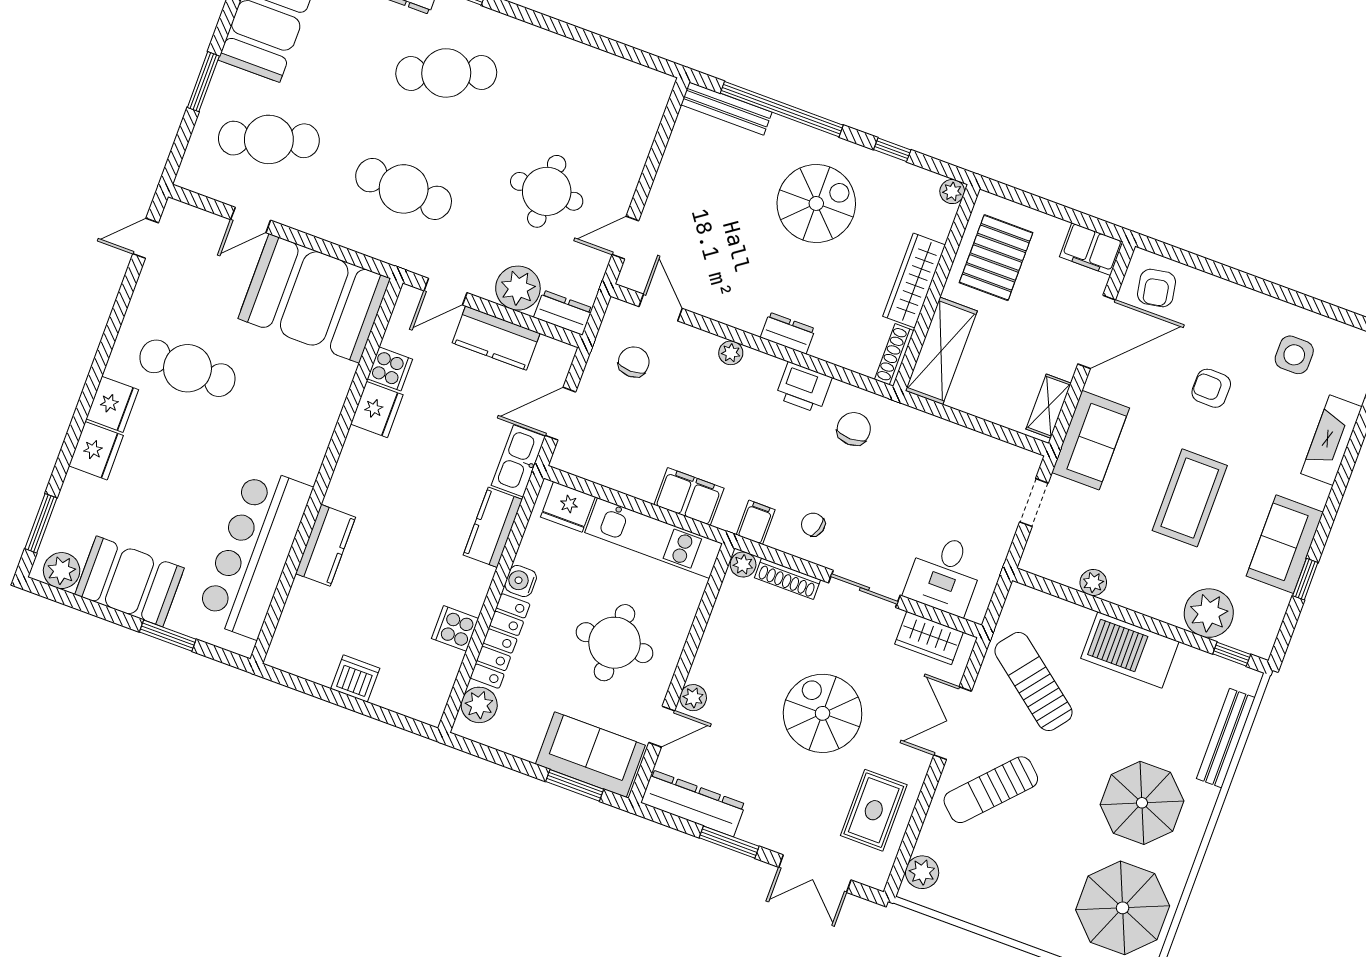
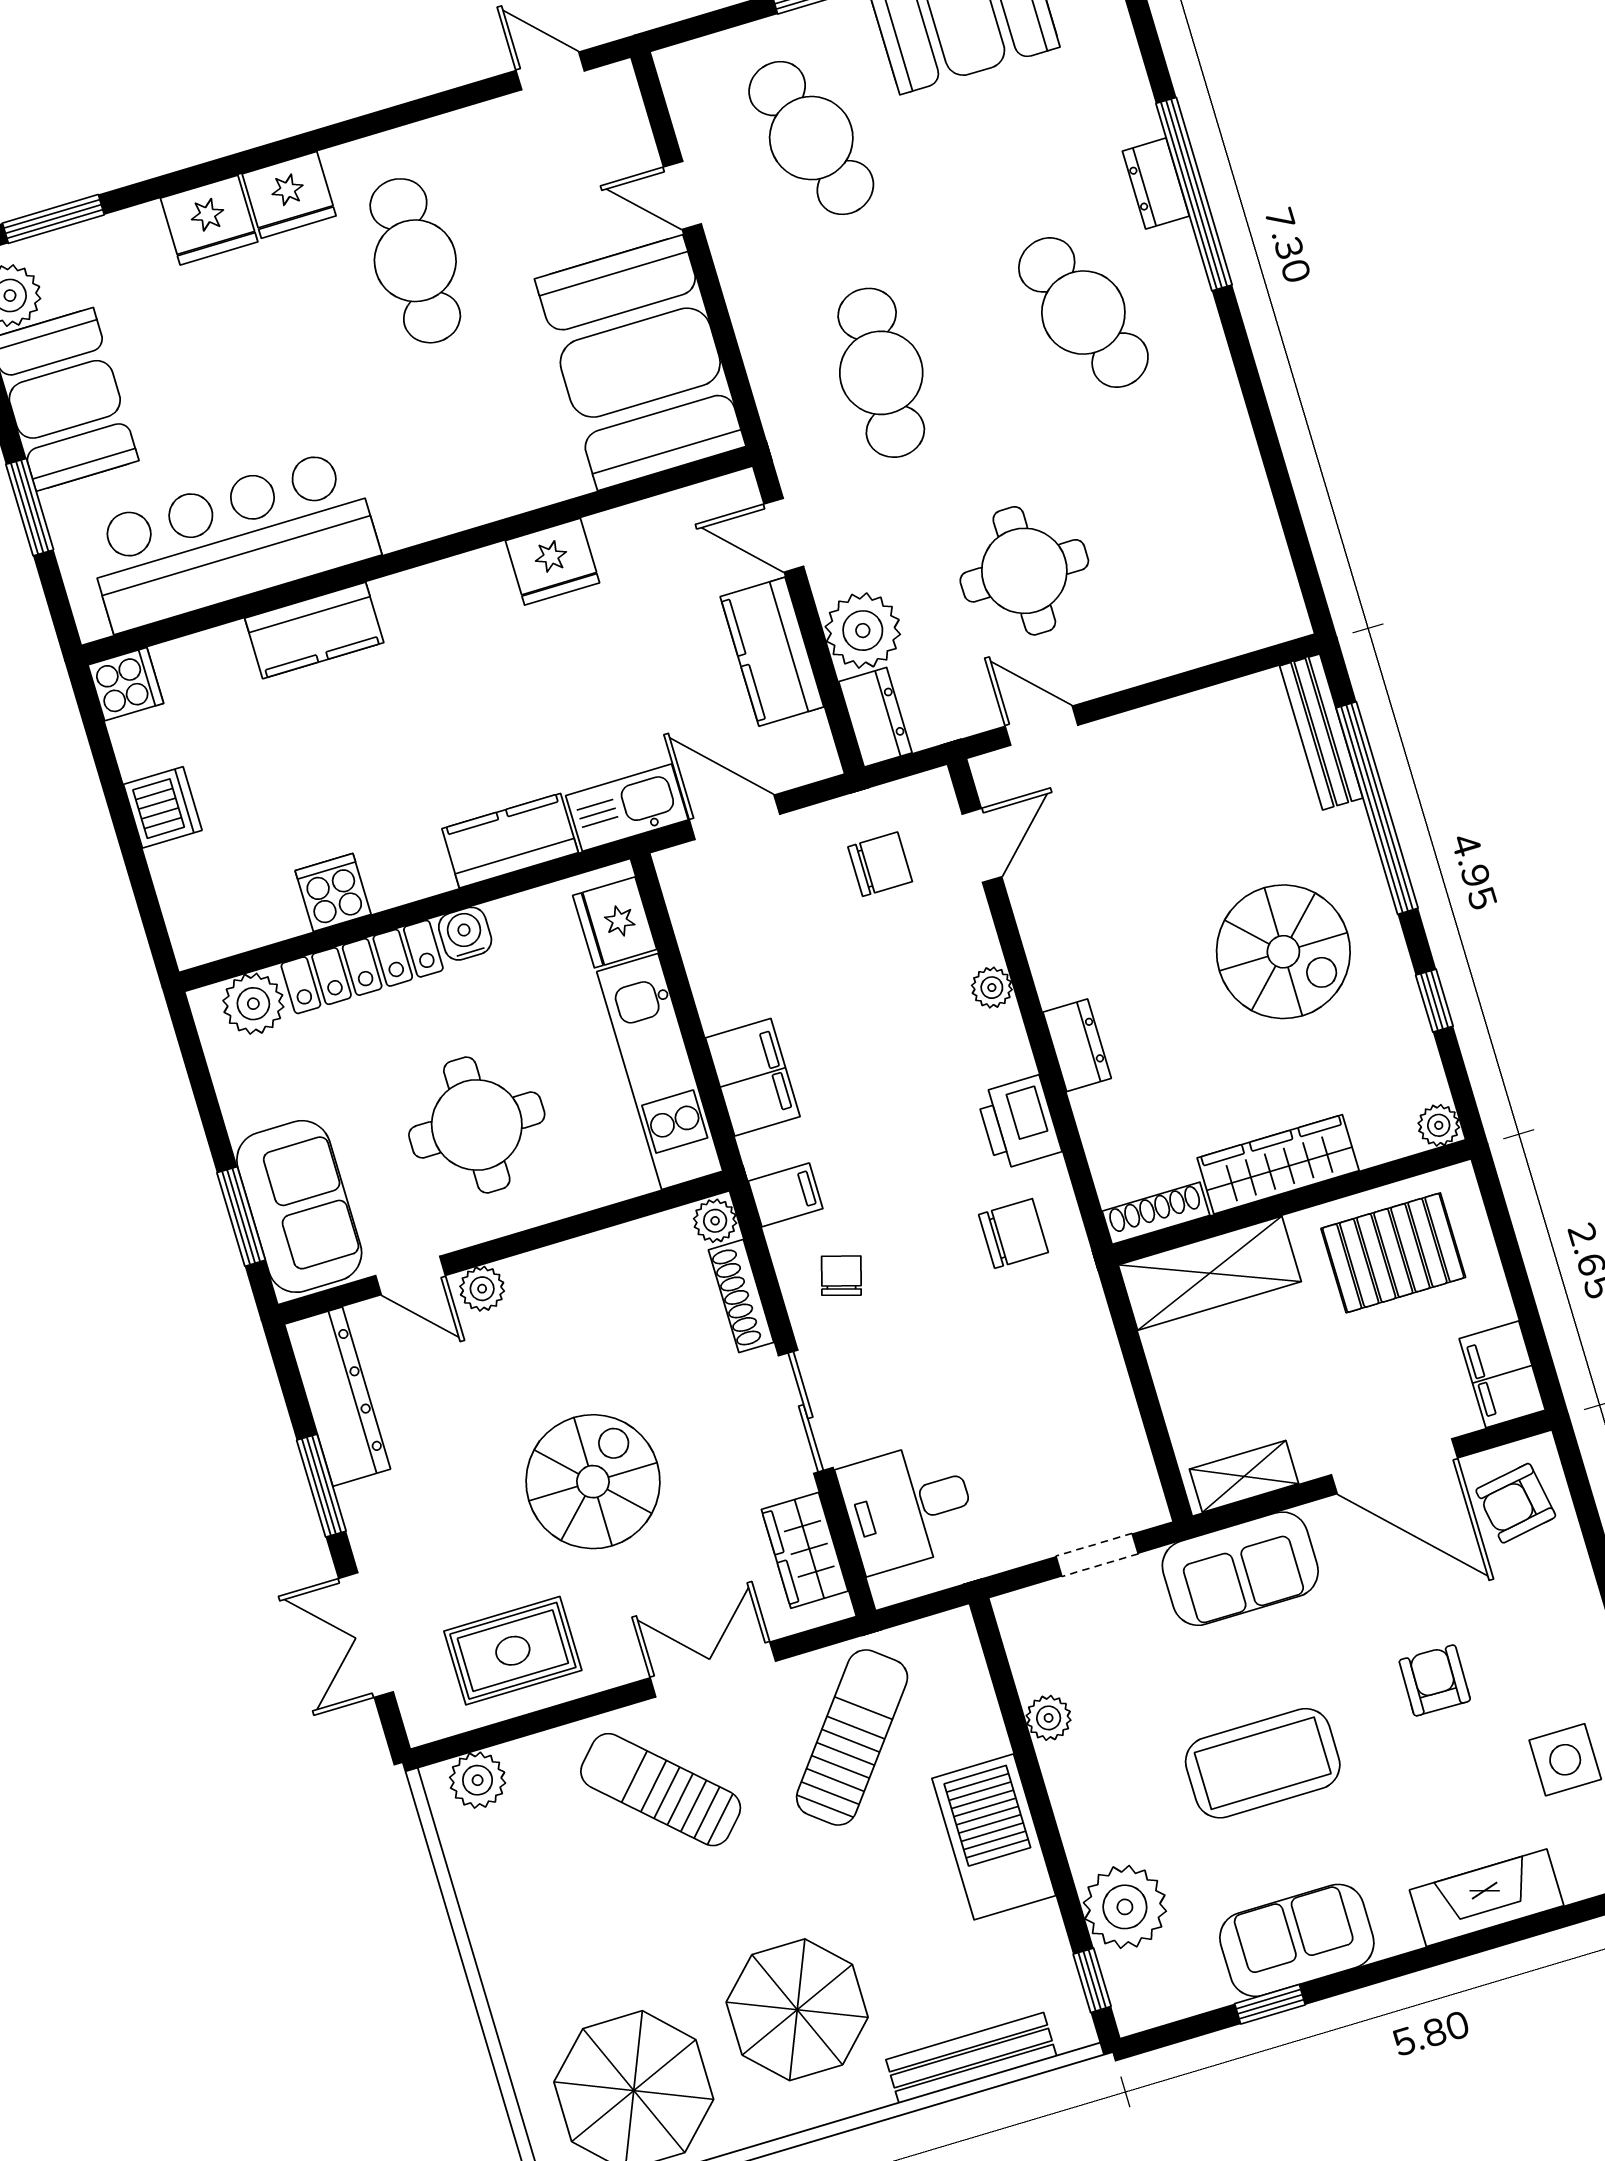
cooker: (390, 369) -> (126, 684), moved, turned -90

